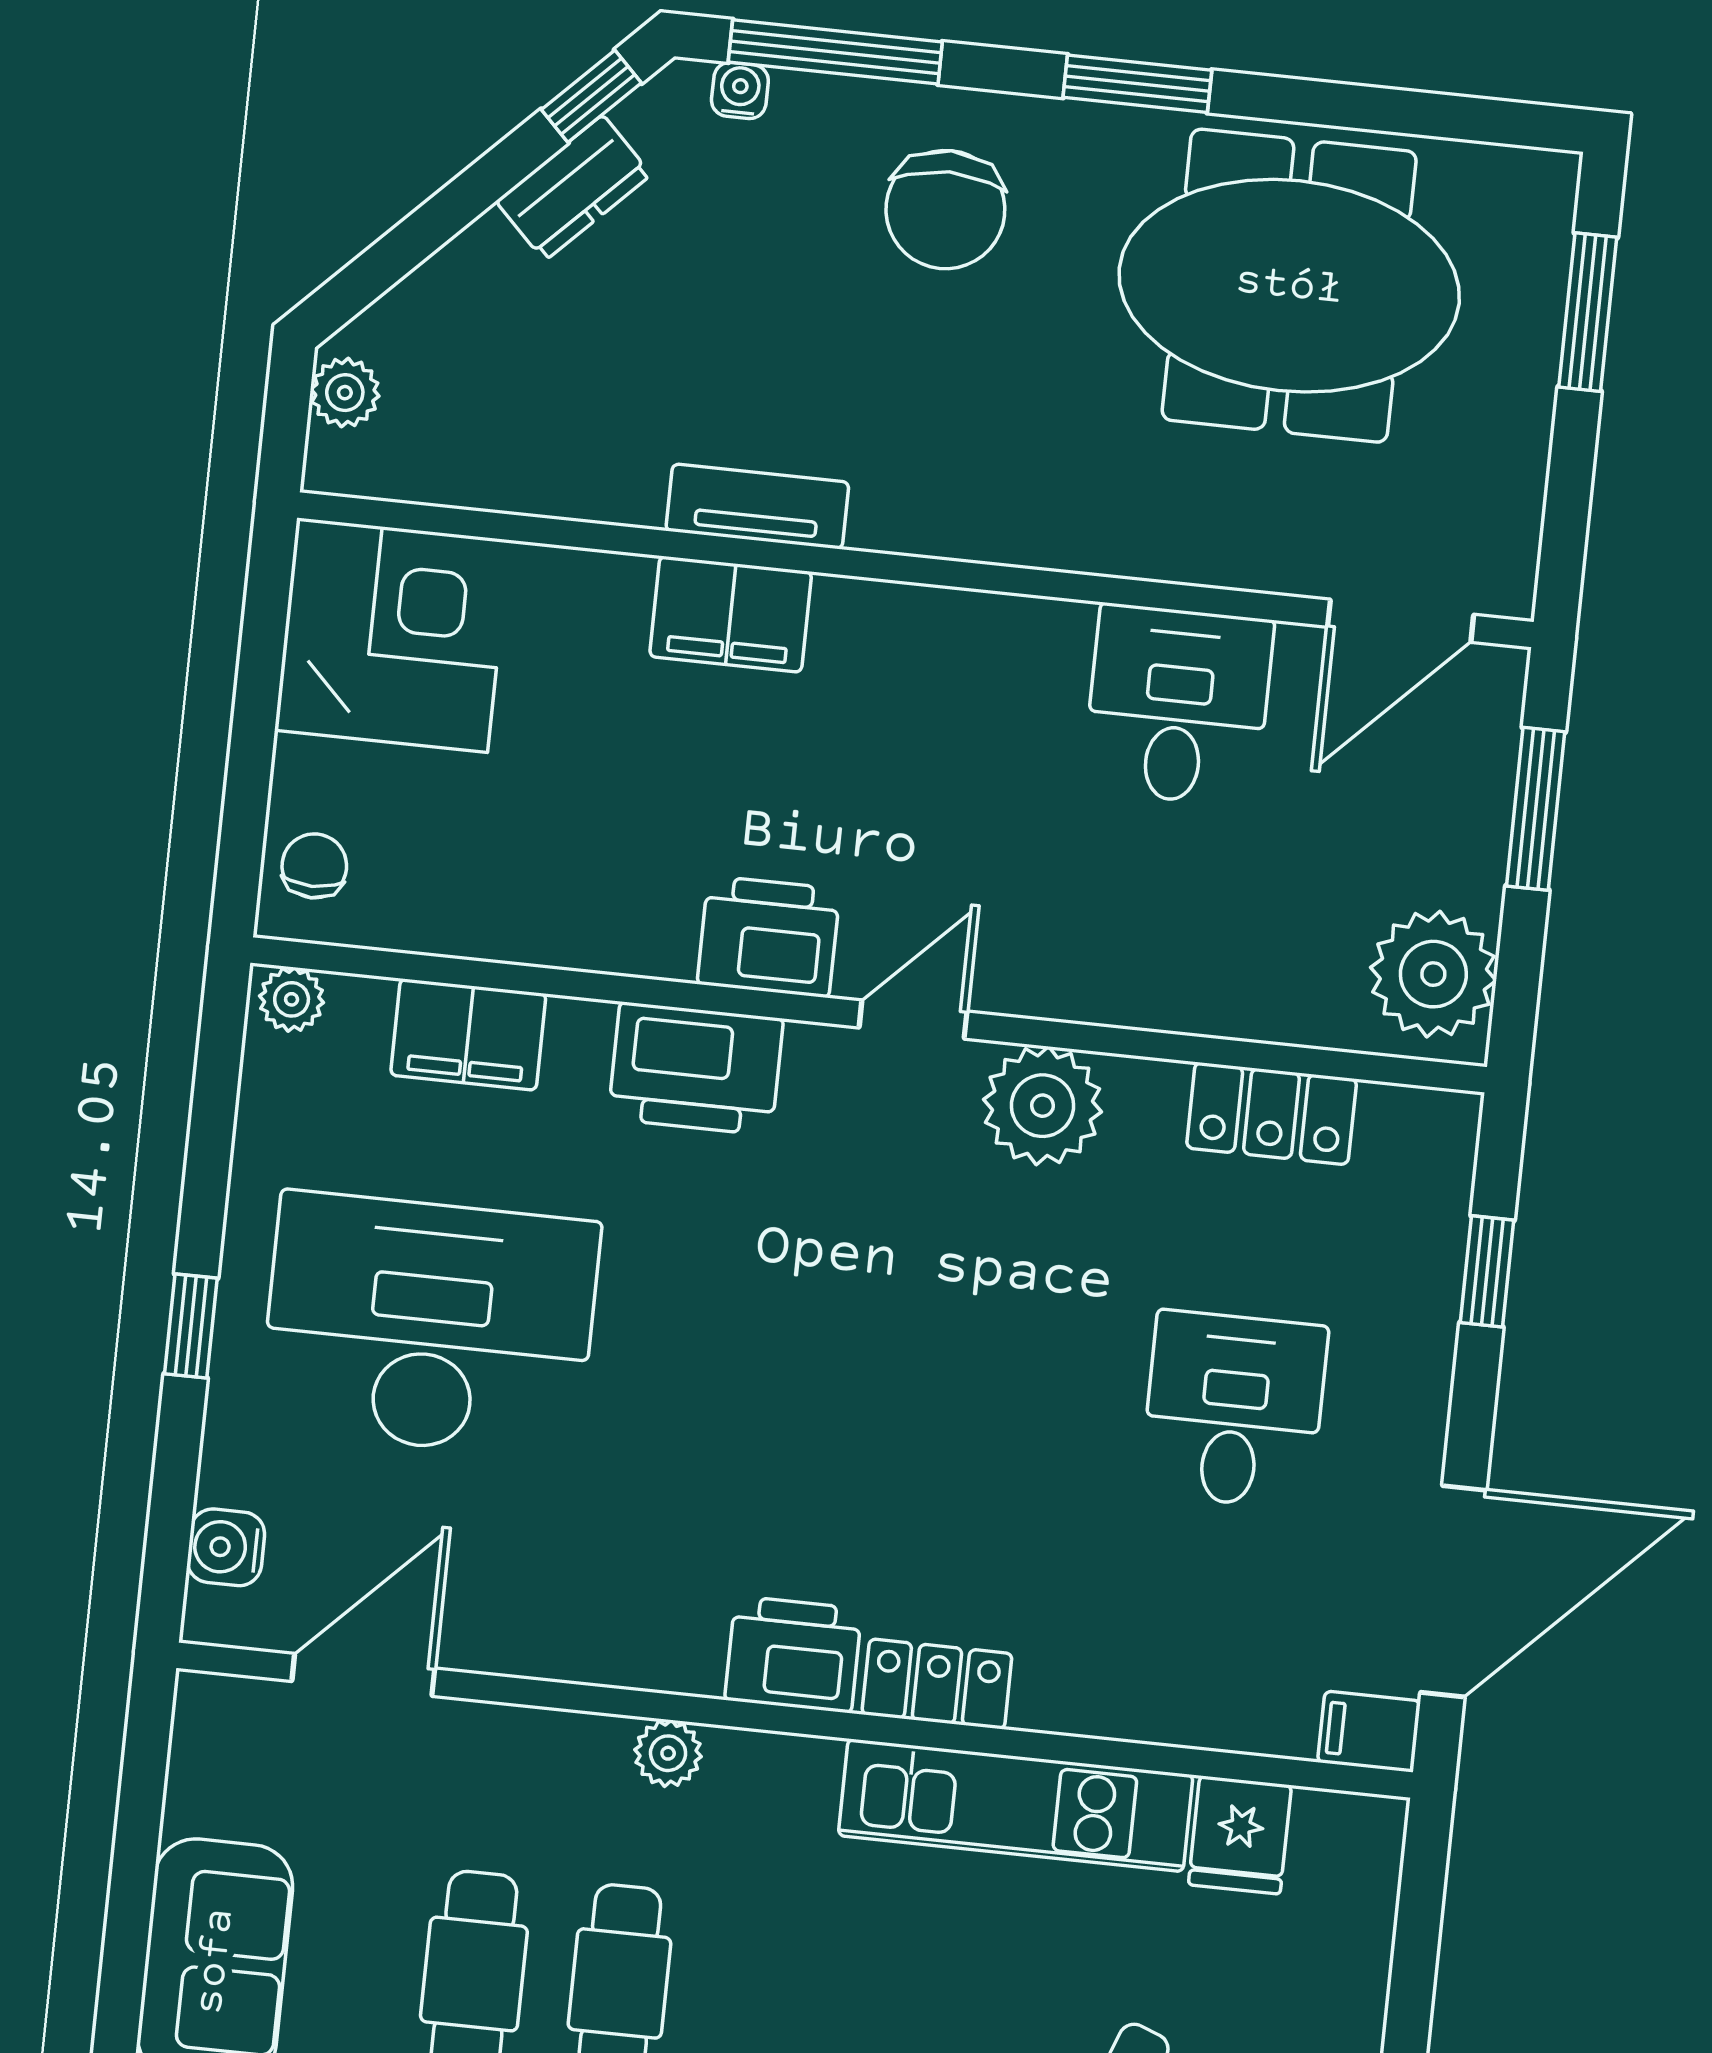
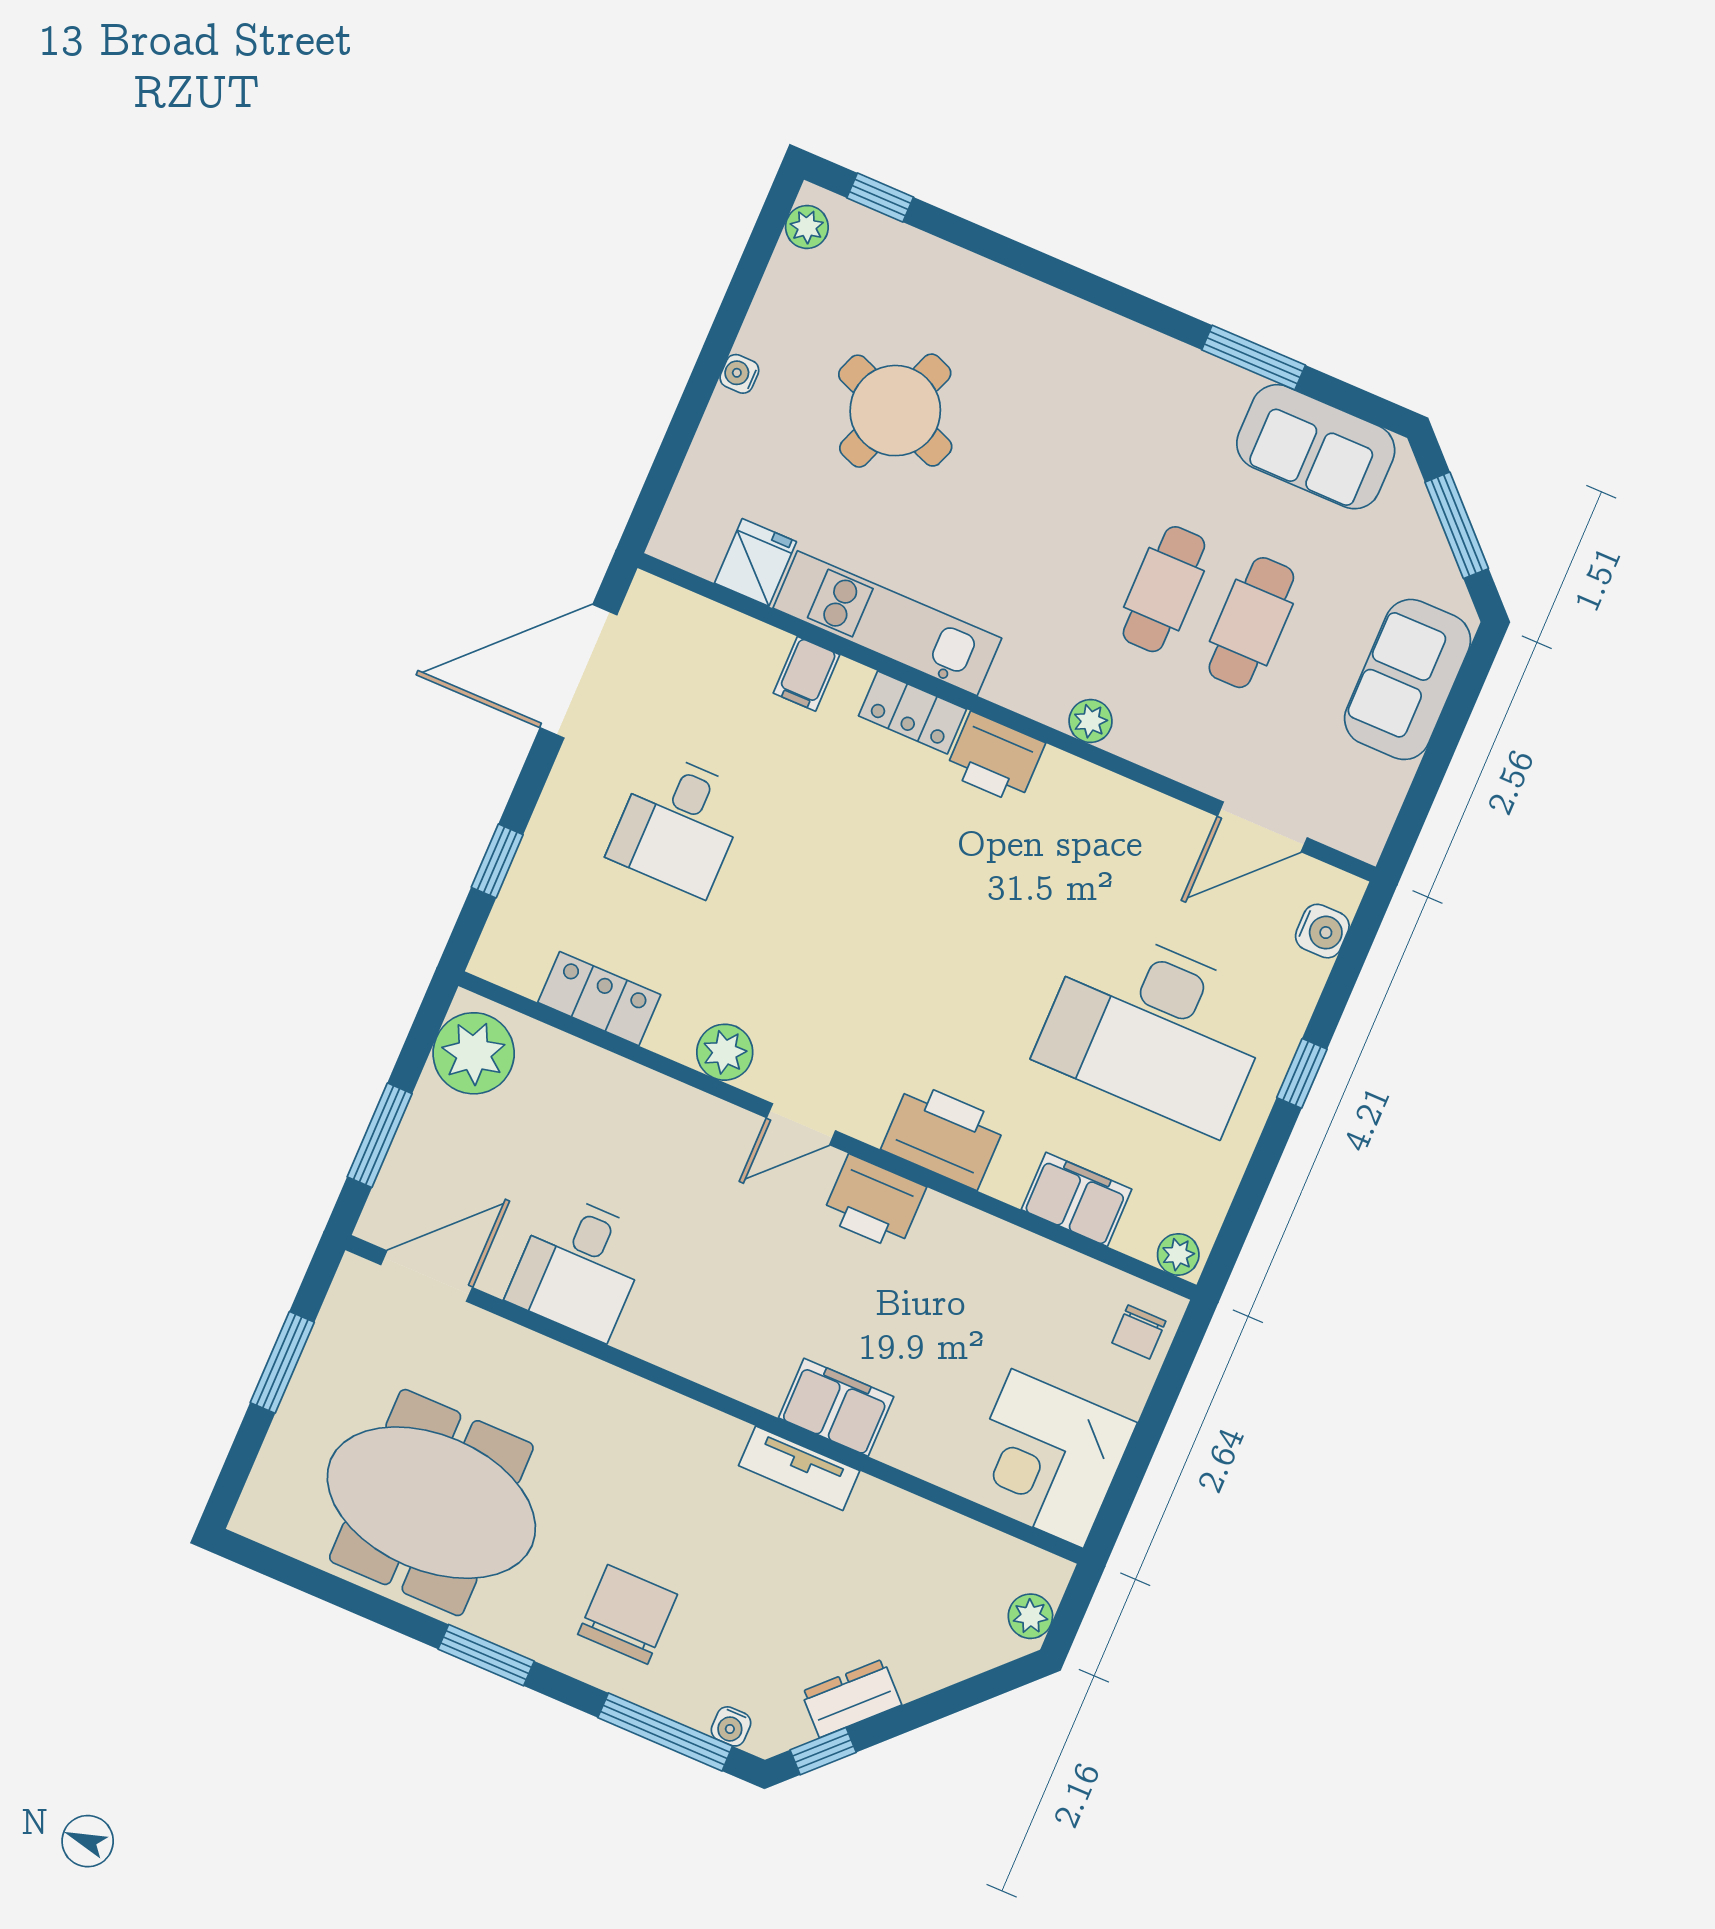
window: (1588, 312) -> (282, 1362), moved
plant: (1042, 1106) -> (725, 1052), width x0.73, depth x0.73
filing cabinet: (1369, 1732) -> (806, 674), moved, turned 90

